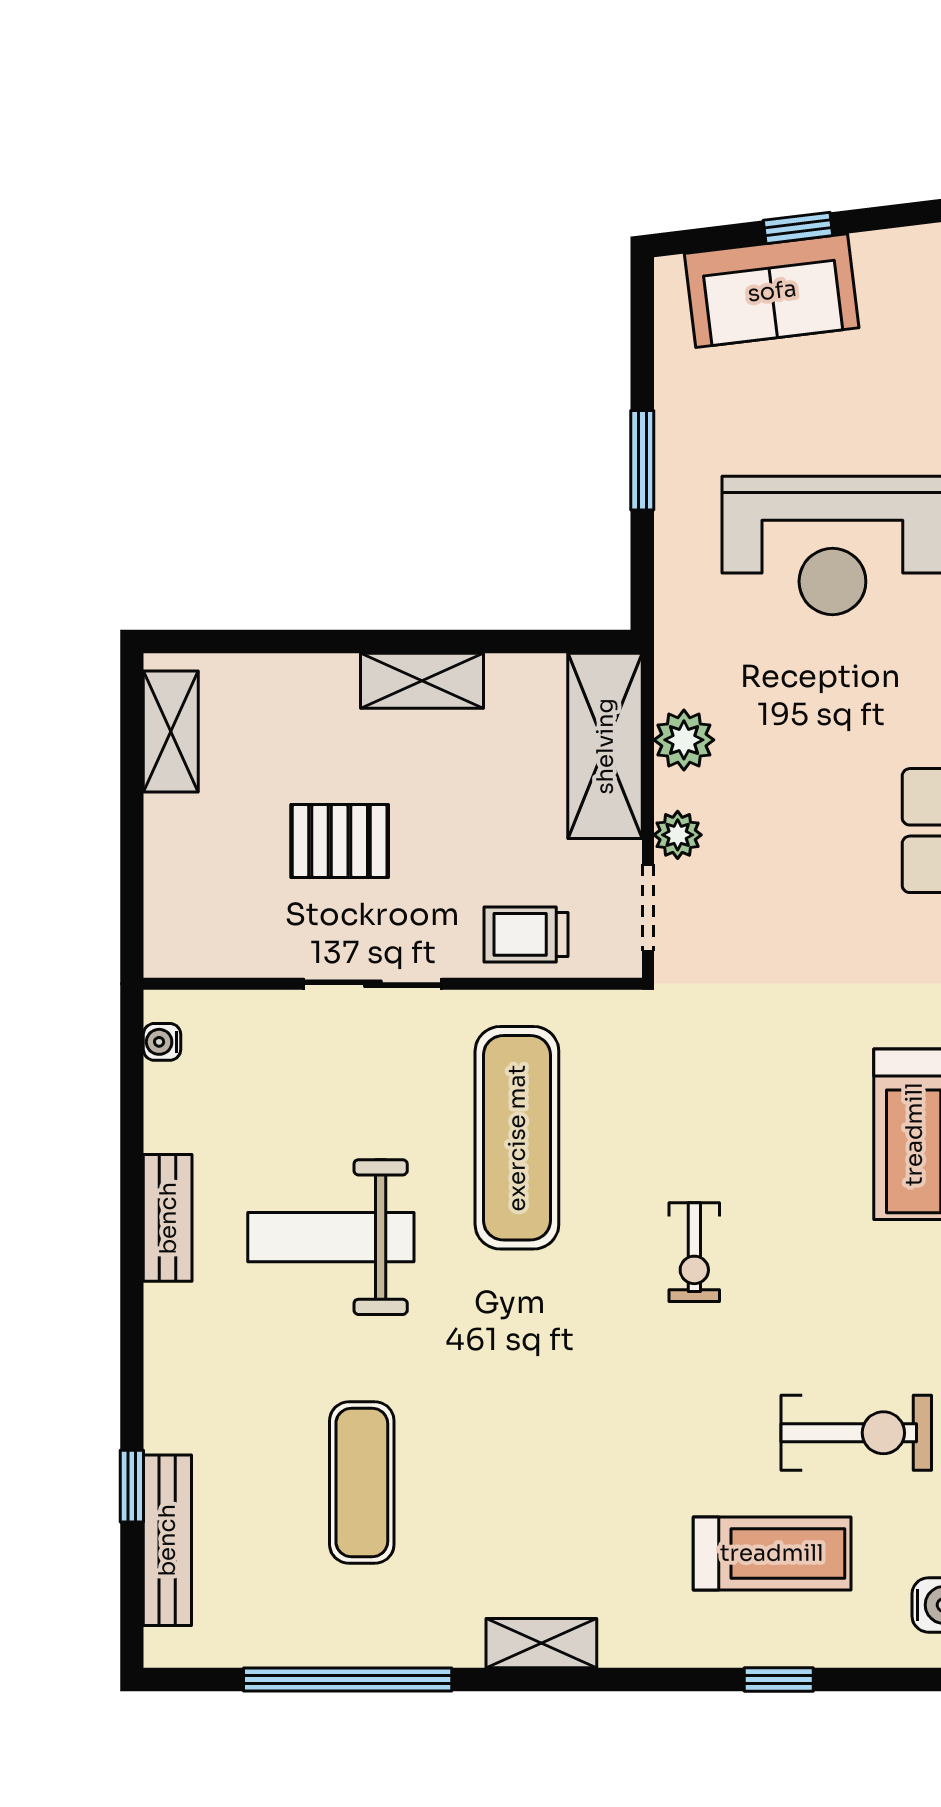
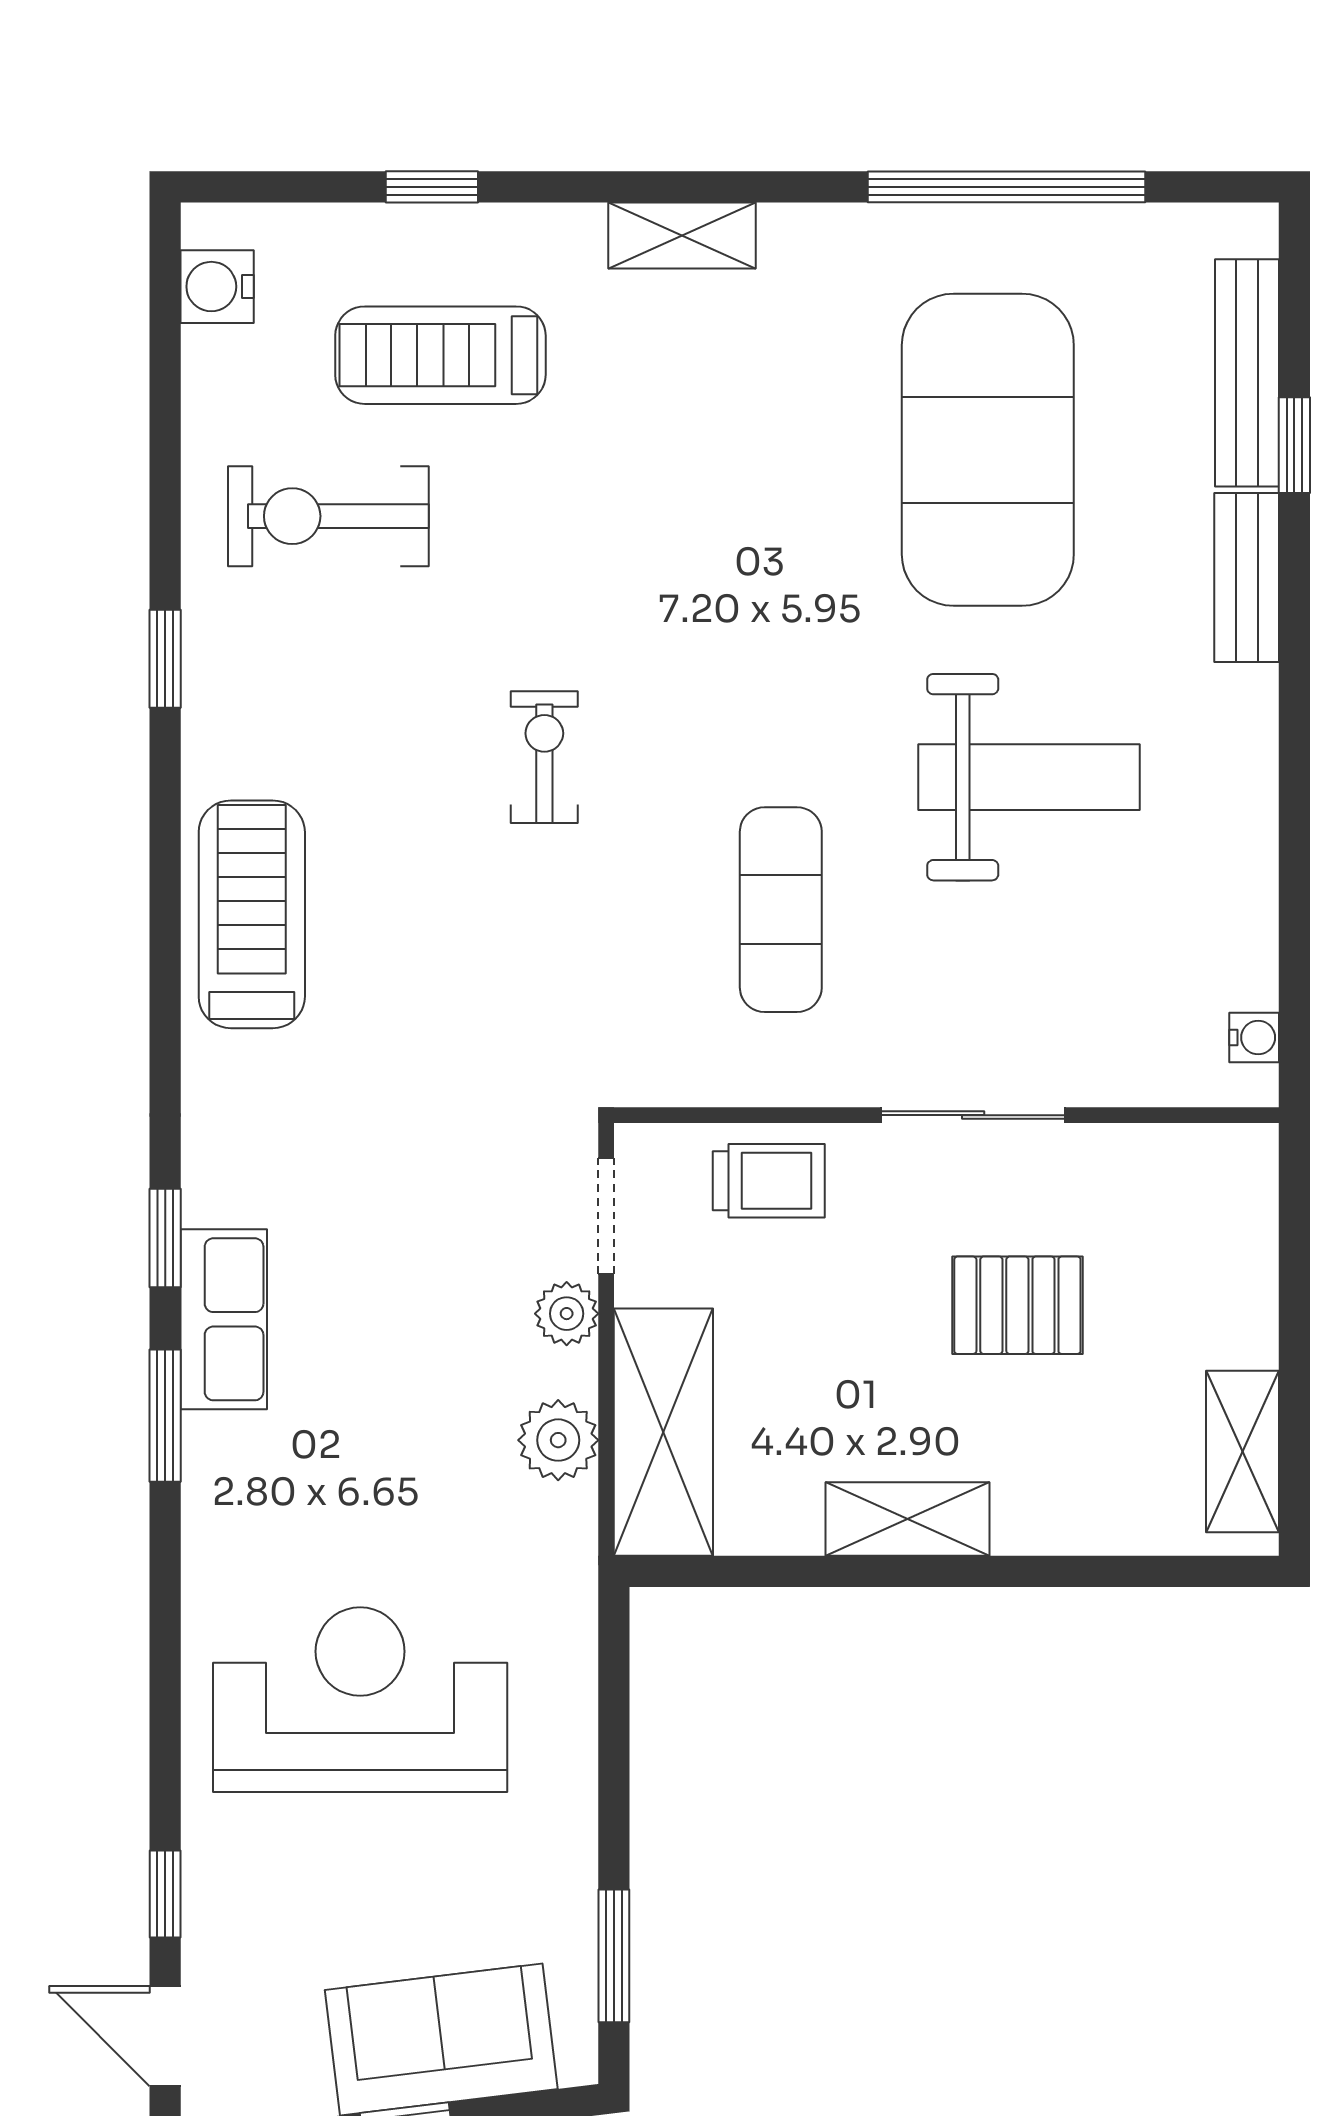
window: (642, 460) -> (614, 1956), moved
exercise mat: (517, 1138) -> (781, 910), width x0.73, depth x0.69
bench: (168, 1218) -> (1247, 578), moved
exercise mat: (362, 1483) -> (988, 450), width x2.00, depth x1.45
shelving: (541, 1643) -> (682, 236), moved

